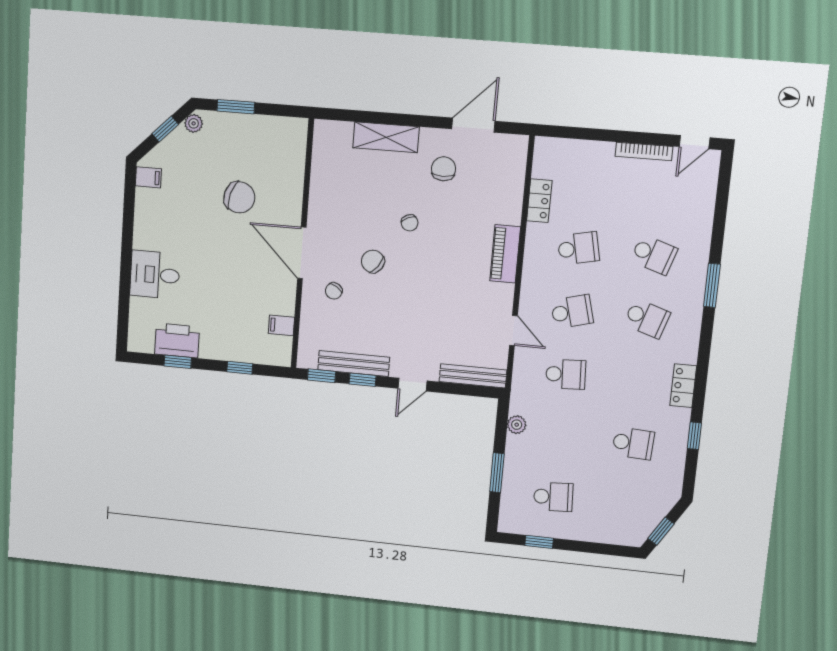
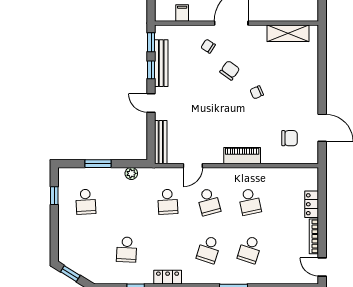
shelving: (386, 137) -> (288, 33), moved, turned 90
chair: (444, 169) -> (289, 138), moved
locker: (539, 201) -> (312, 204), moved, turned 90

